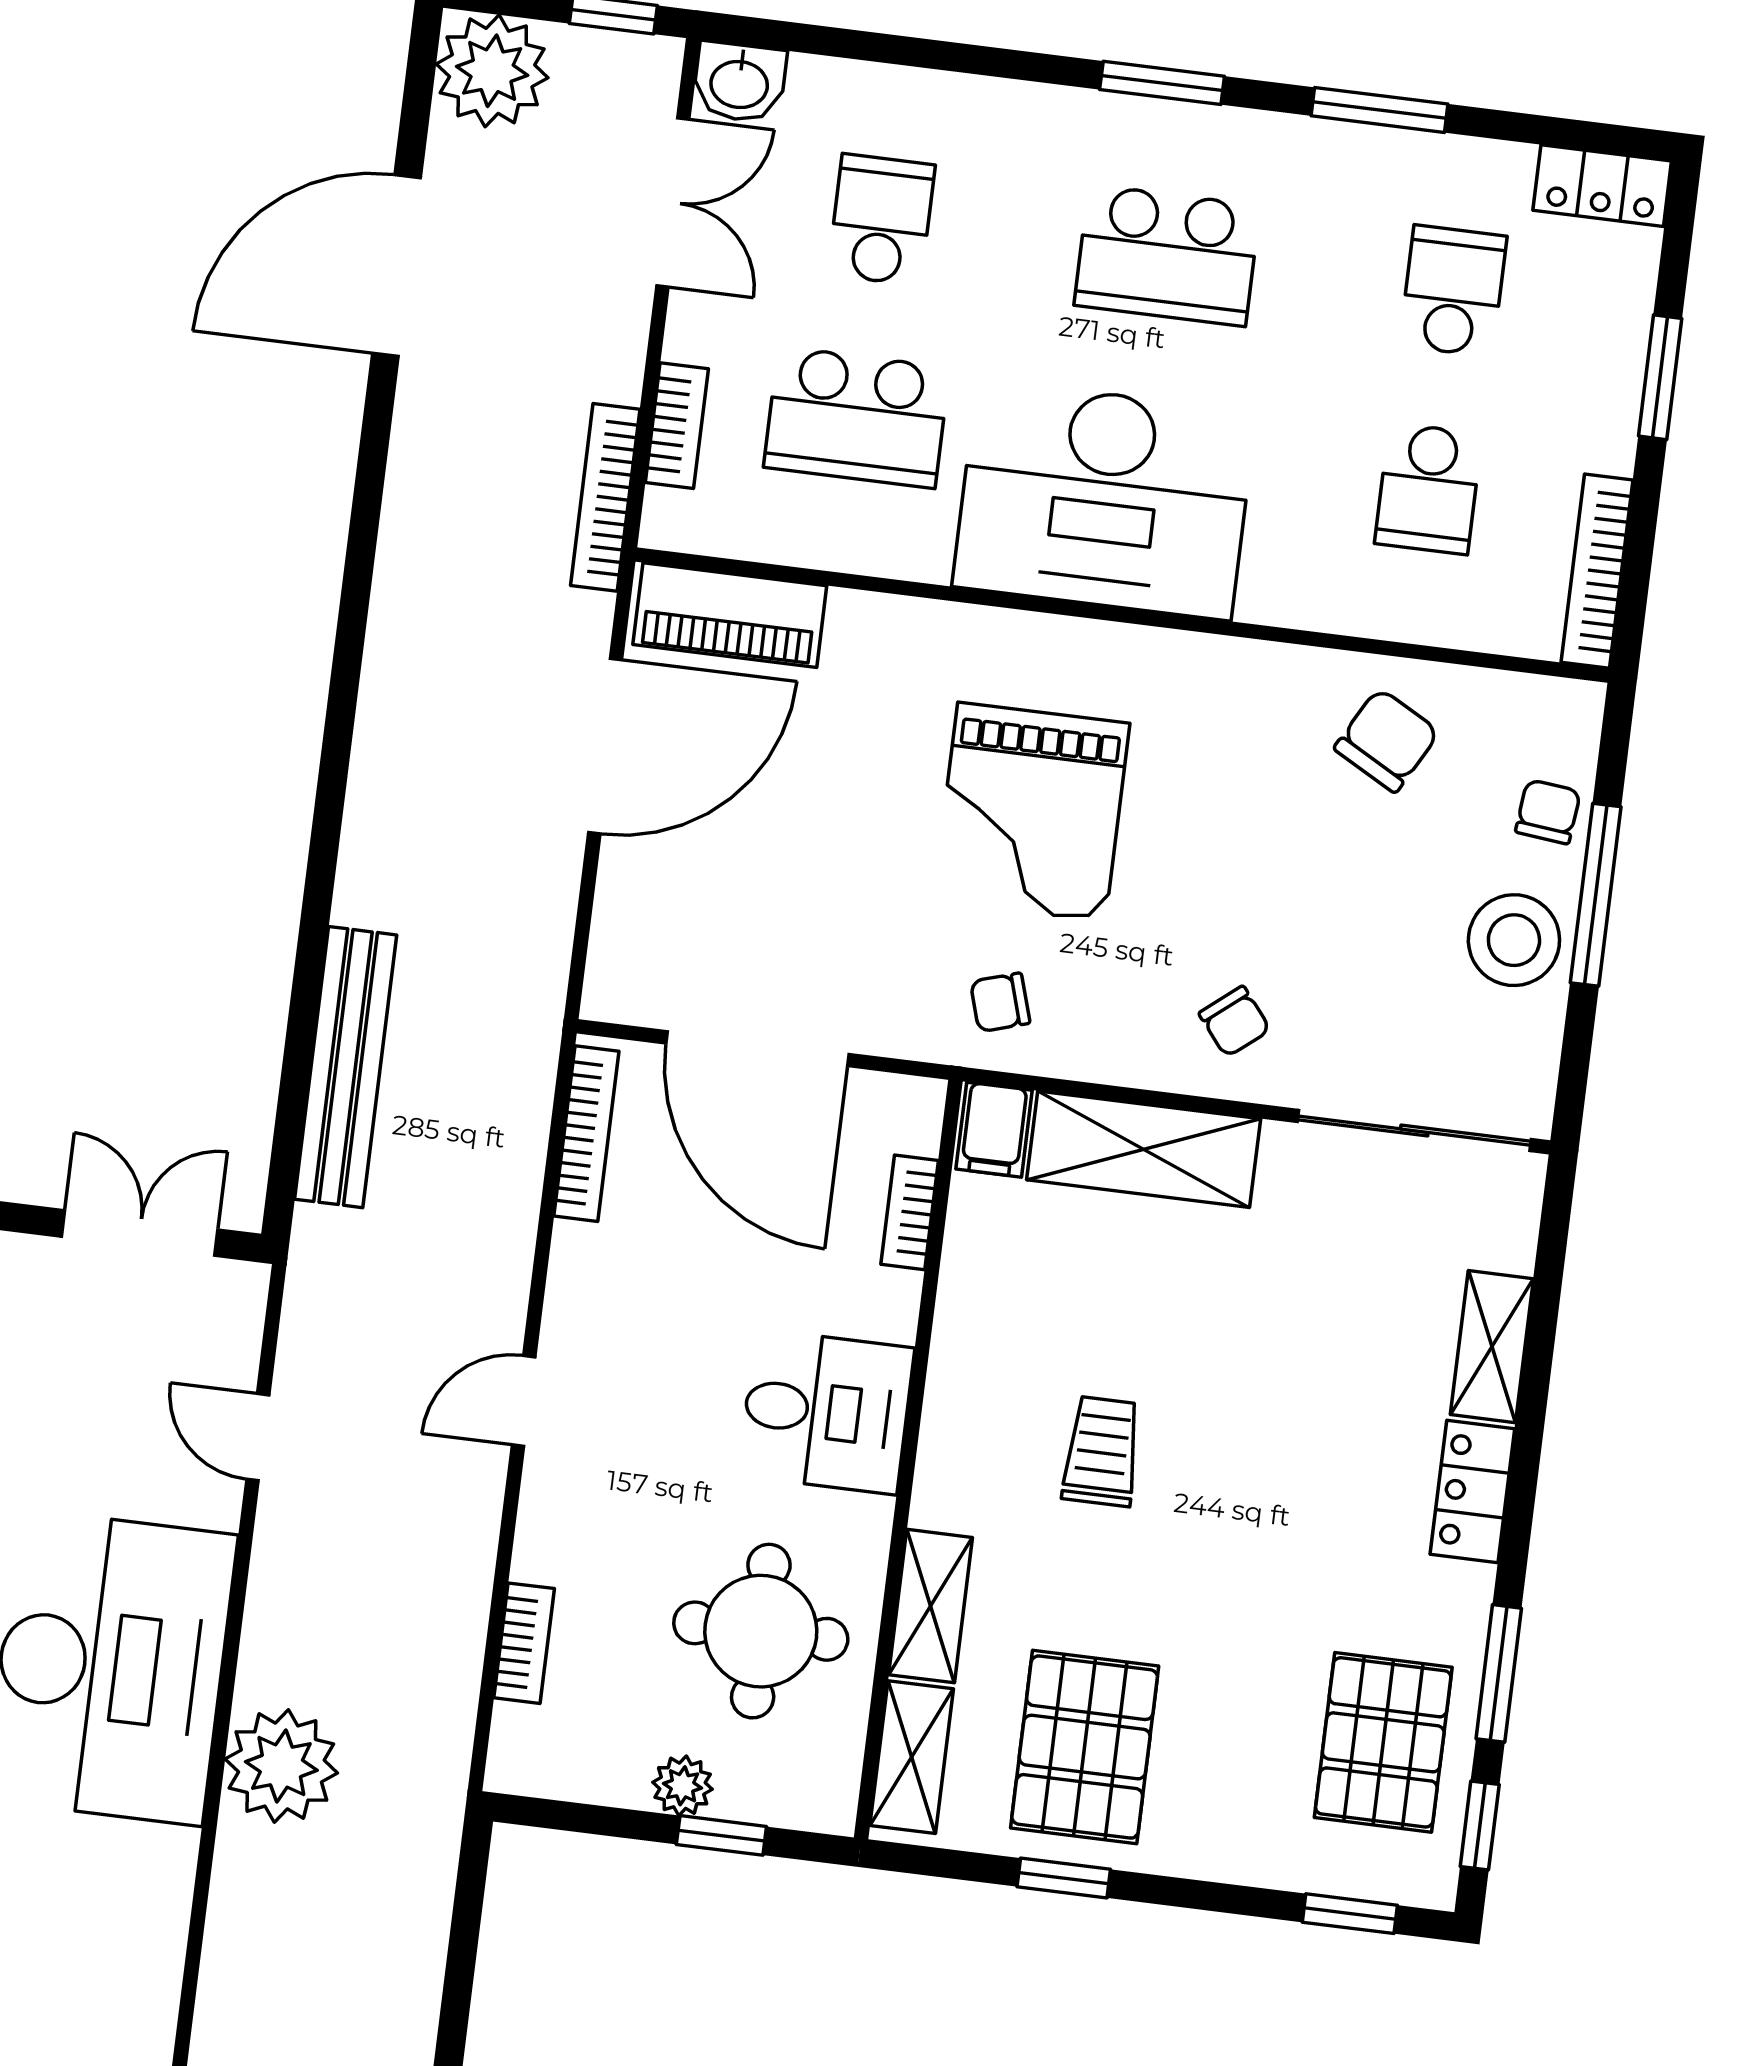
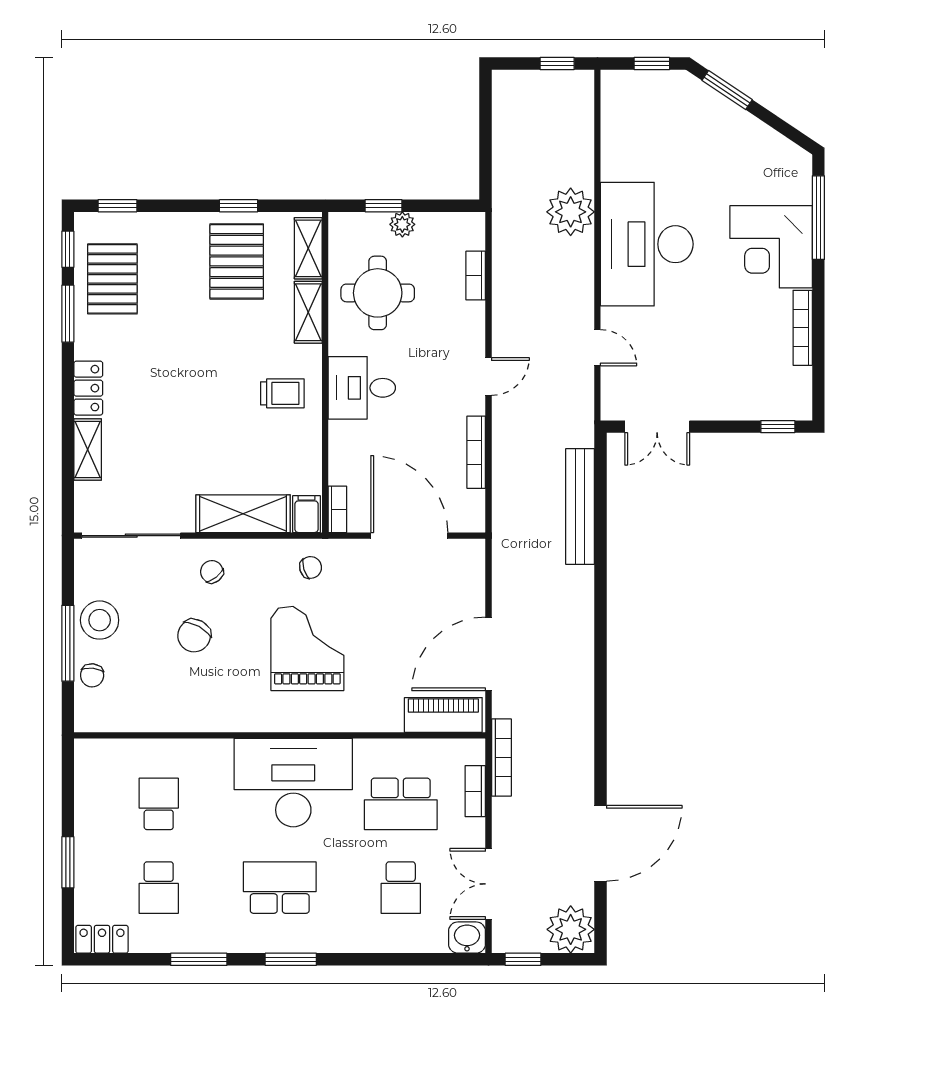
school desk: (857, 417) -> (401, 804), turned 180
bookcase: (1597, 571) -> (84, 778), removed
chair: (1387, 740) -> (194, 636), moved
bookcase: (586, 1134) -> (476, 452), moved
bookcase: (910, 1212) -> (337, 509), moved
trolley: (1102, 1451) -> (282, 393), moved, turned -90

